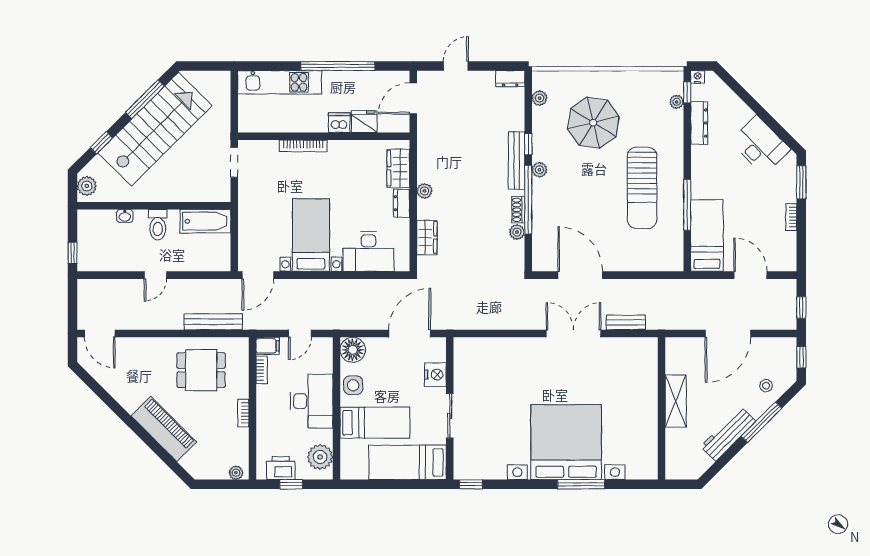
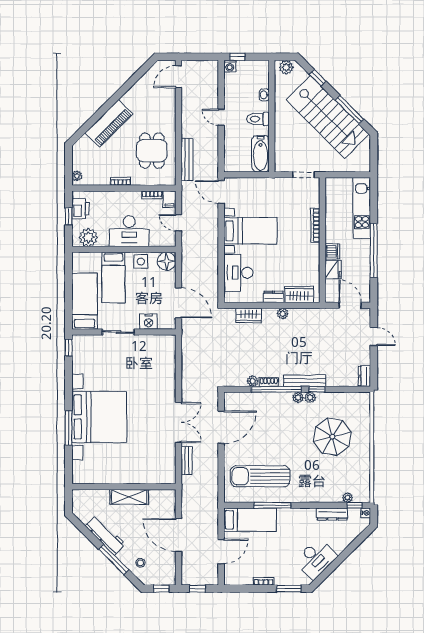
plant: (540, 98) -> (310, 398), moved
sun lounger: (642, 188) -> (260, 476), moved
washing machine: (85, 263) -> (230, 66), added

